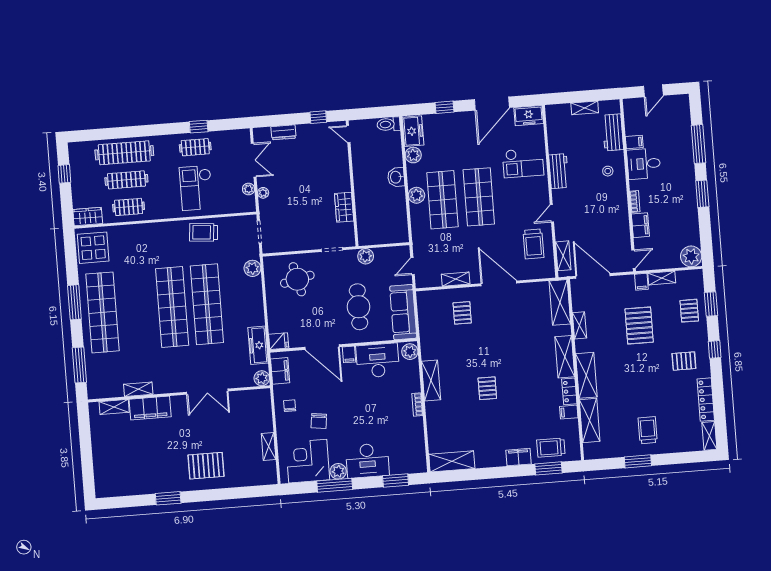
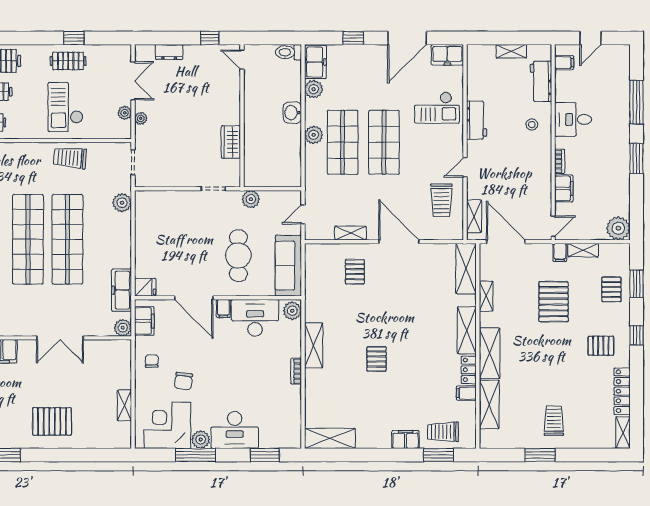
filing cabinet: (634, 142) -> (564, 63), moved
round table: (297, 279) -> (172, 219), removed

